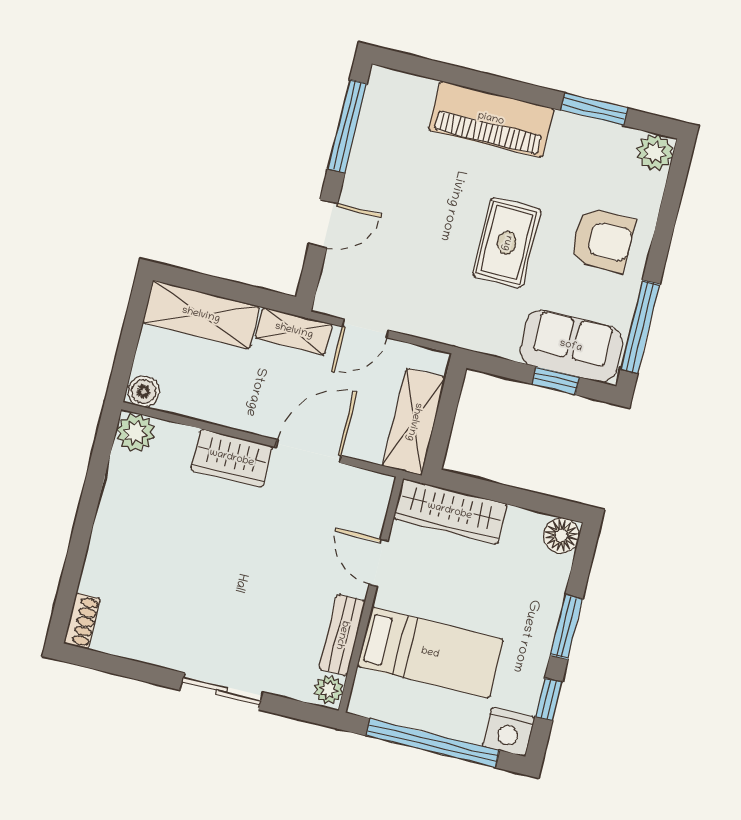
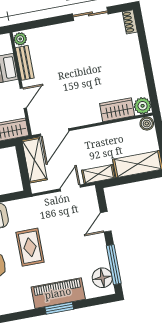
window: (594, 109) -> (59, 308), moved
floor lamp: (384, 110) -> (102, 278), added
door: (309, 451) -> (55, 132), moved
wardrobe: (232, 458) -> (117, 110), moved
door: (379, 563) -> (23, 98), hinge flipped
sliding door: (222, 691) -> (90, 14), moved

